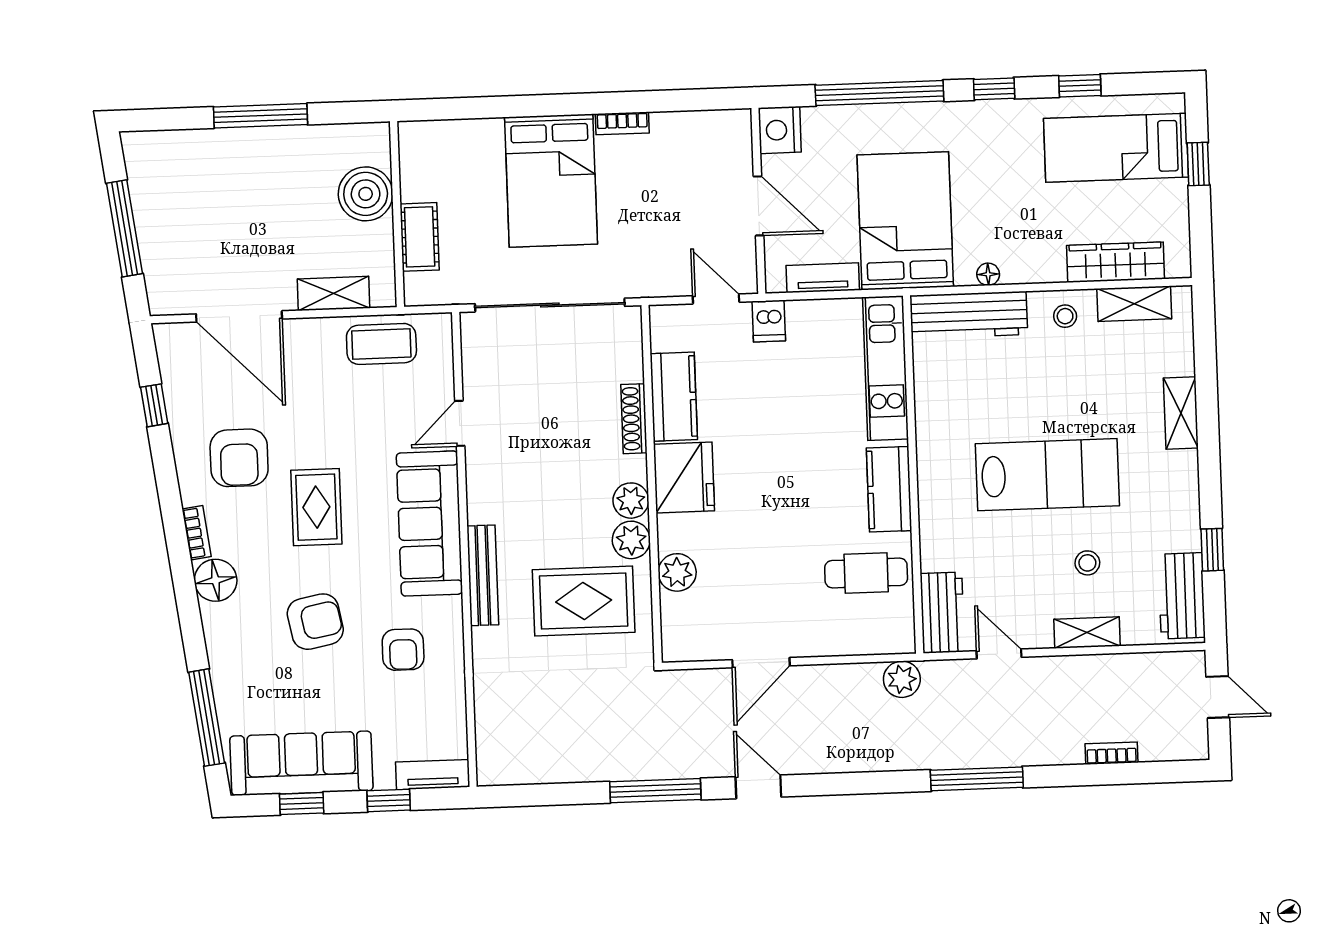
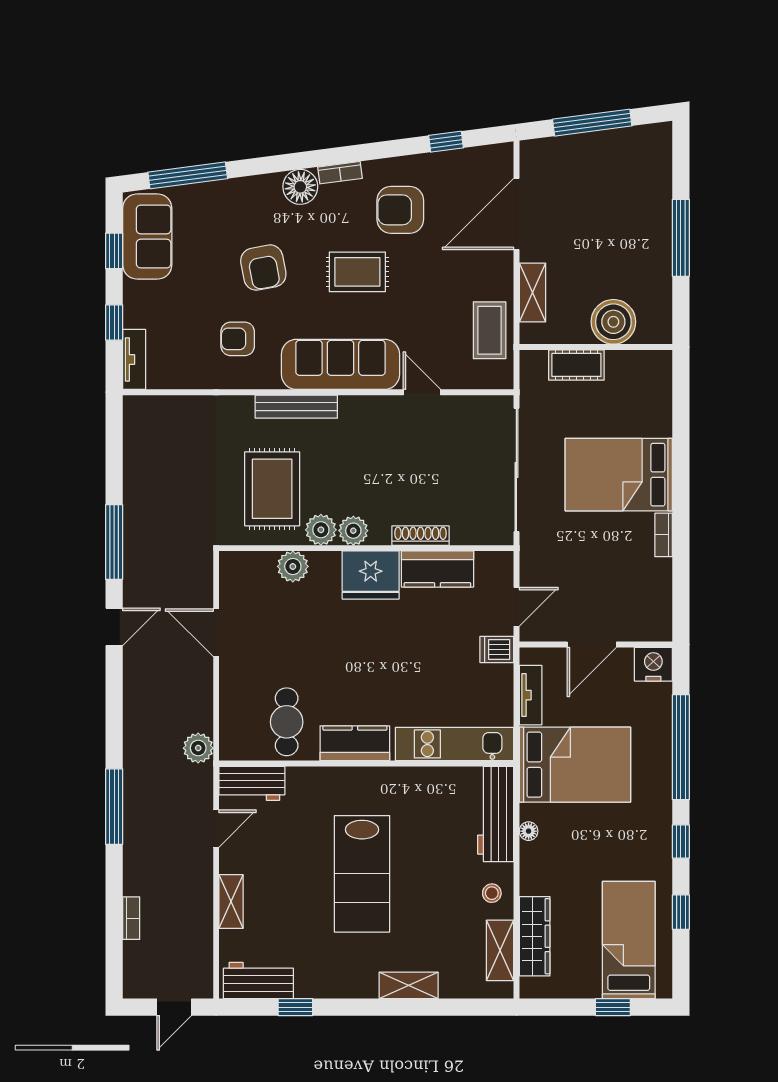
stool: (1087, 563) -> (288, 904), removed
sofa: (301, 763) -> (147, 237), width x0.73

